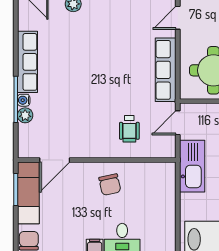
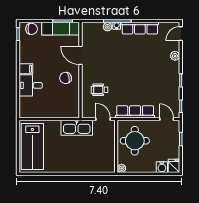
door: (55, 160) -> (80, 55), moved

